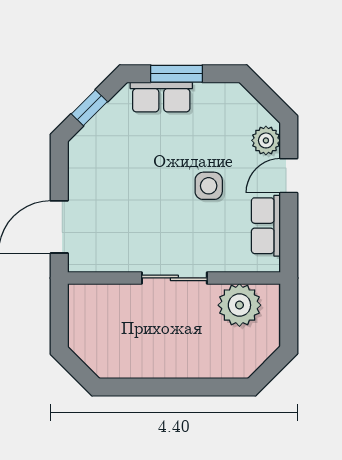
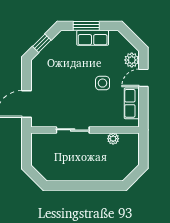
row of seats: (161, 97) -> (93, 38), moved
sliding door: (174, 278) -> (73, 130), moved
plant: (239, 305) -> (113, 139), width x0.53, depth x0.53

